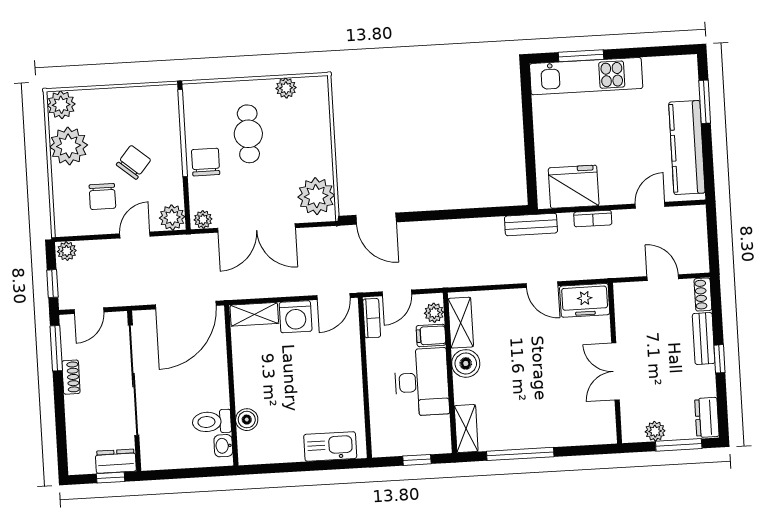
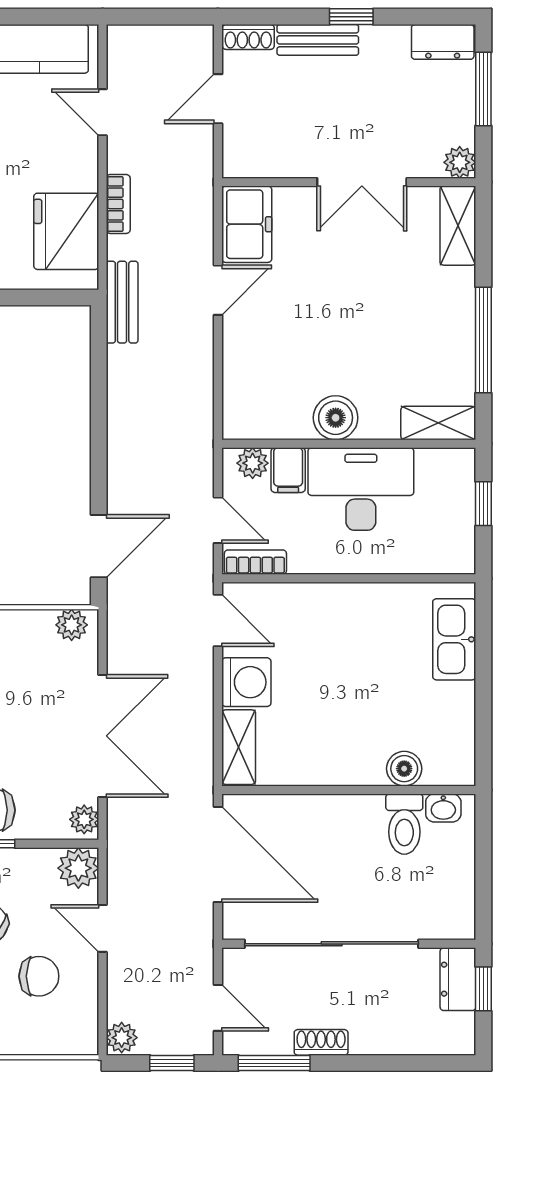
plant: (316, 196) -> (72, 625), width x0.53, depth x0.53
shelving: (461, 323) -> (458, 226), moved, turned 90
plant: (655, 431) -> (460, 162), moved

